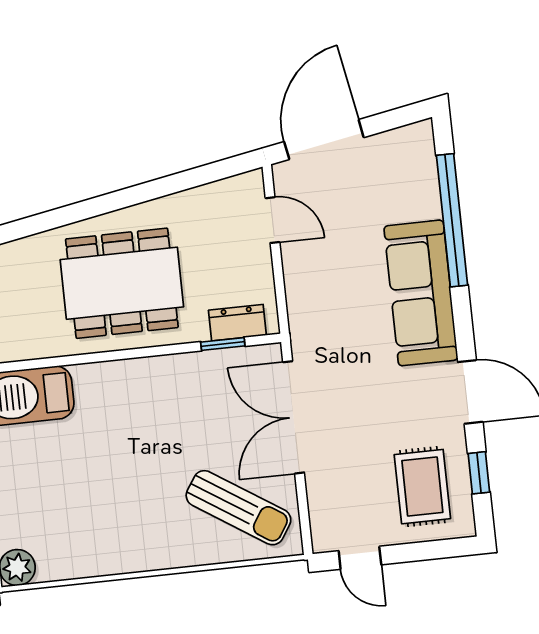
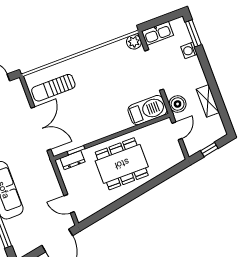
sun lounger: (238, 508) -> (53, 88), turned -33

